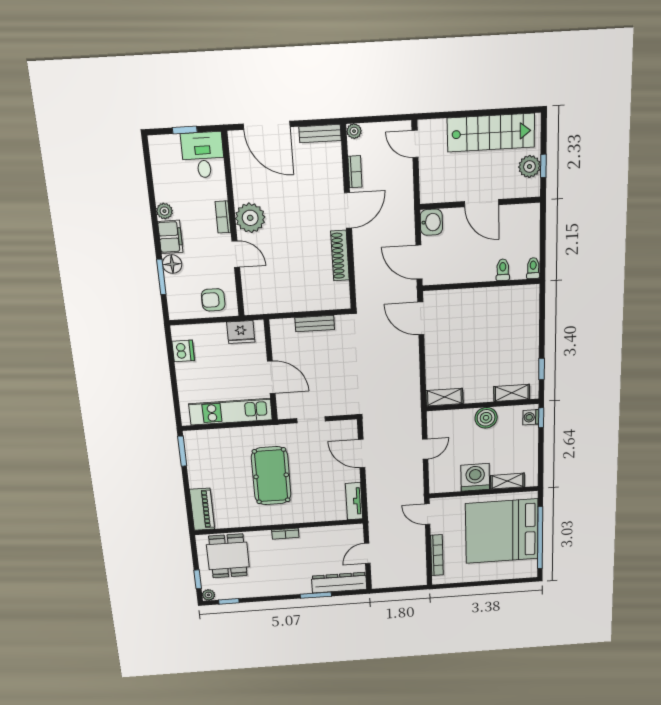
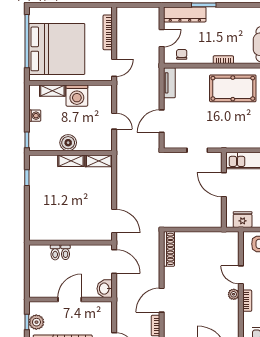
door: (482, 203) -> (70, 299), hinge flipped
plant: (250, 218) -> (234, 294), width x0.53, depth x0.53
shoe rack: (340, 256) -> (169, 249), moved
toilet: (533, 268) -> (66, 252), moved
bench: (315, 324) -> (190, 222), removed
shelving: (512, 393) -> (71, 161), moved
washing machine: (531, 417) -> (35, 116), moved
door: (425, 449) -> (114, 121), swing flipped
door: (362, 453) -> (162, 121), swing flipped
pool table: (271, 476) -> (233, 88), moved, turned 90
door: (427, 514) -> (114, 68), hinge flipped
chair: (340, 536) -> (182, 54), added

